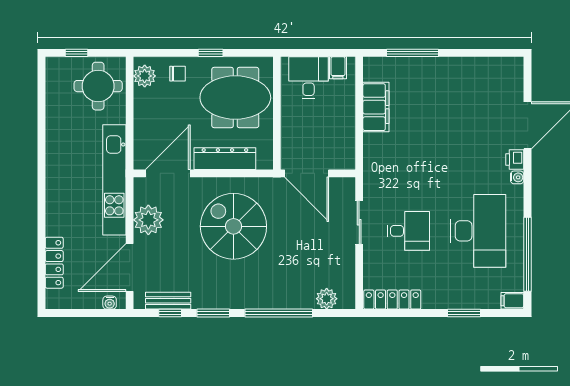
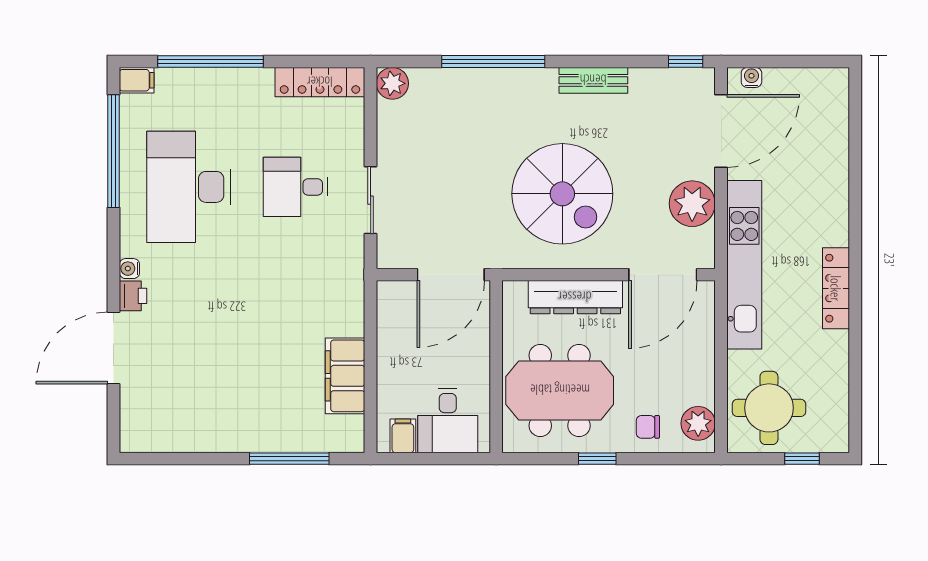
door: (307, 173) -> (451, 275), swing flipped
locker: (54, 263) -> (836, 288), moved
plant: (327, 299) -> (392, 83), moved
bench: (168, 301) -> (593, 80), moved
window: (170, 313) -> (686, 61), moved
window: (213, 313) -> (593, 61), removed
window: (464, 313) -> (211, 61), width x2.11

